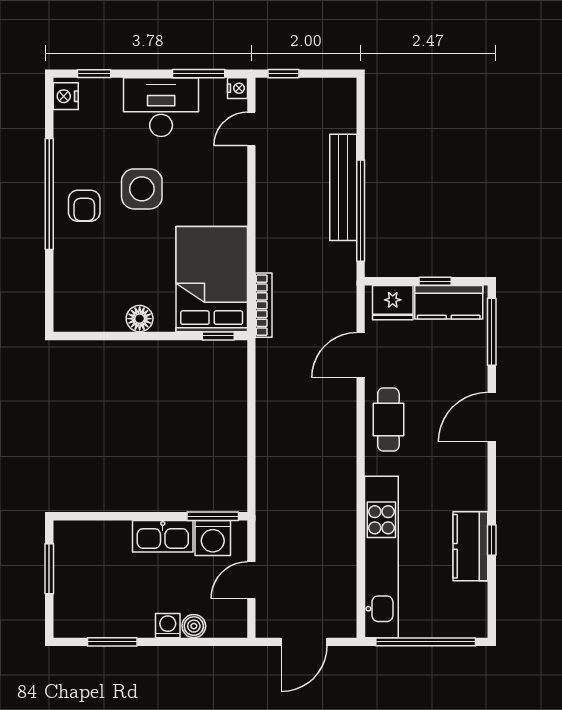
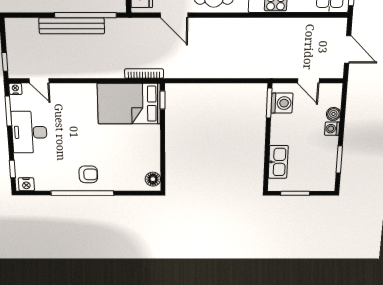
side table: (142, 189) -> (77, 143), removed
floor lamp: (140, 319) -> (153, 179), moved
kitchen sink: (163, 536) -> (278, 162), moved

